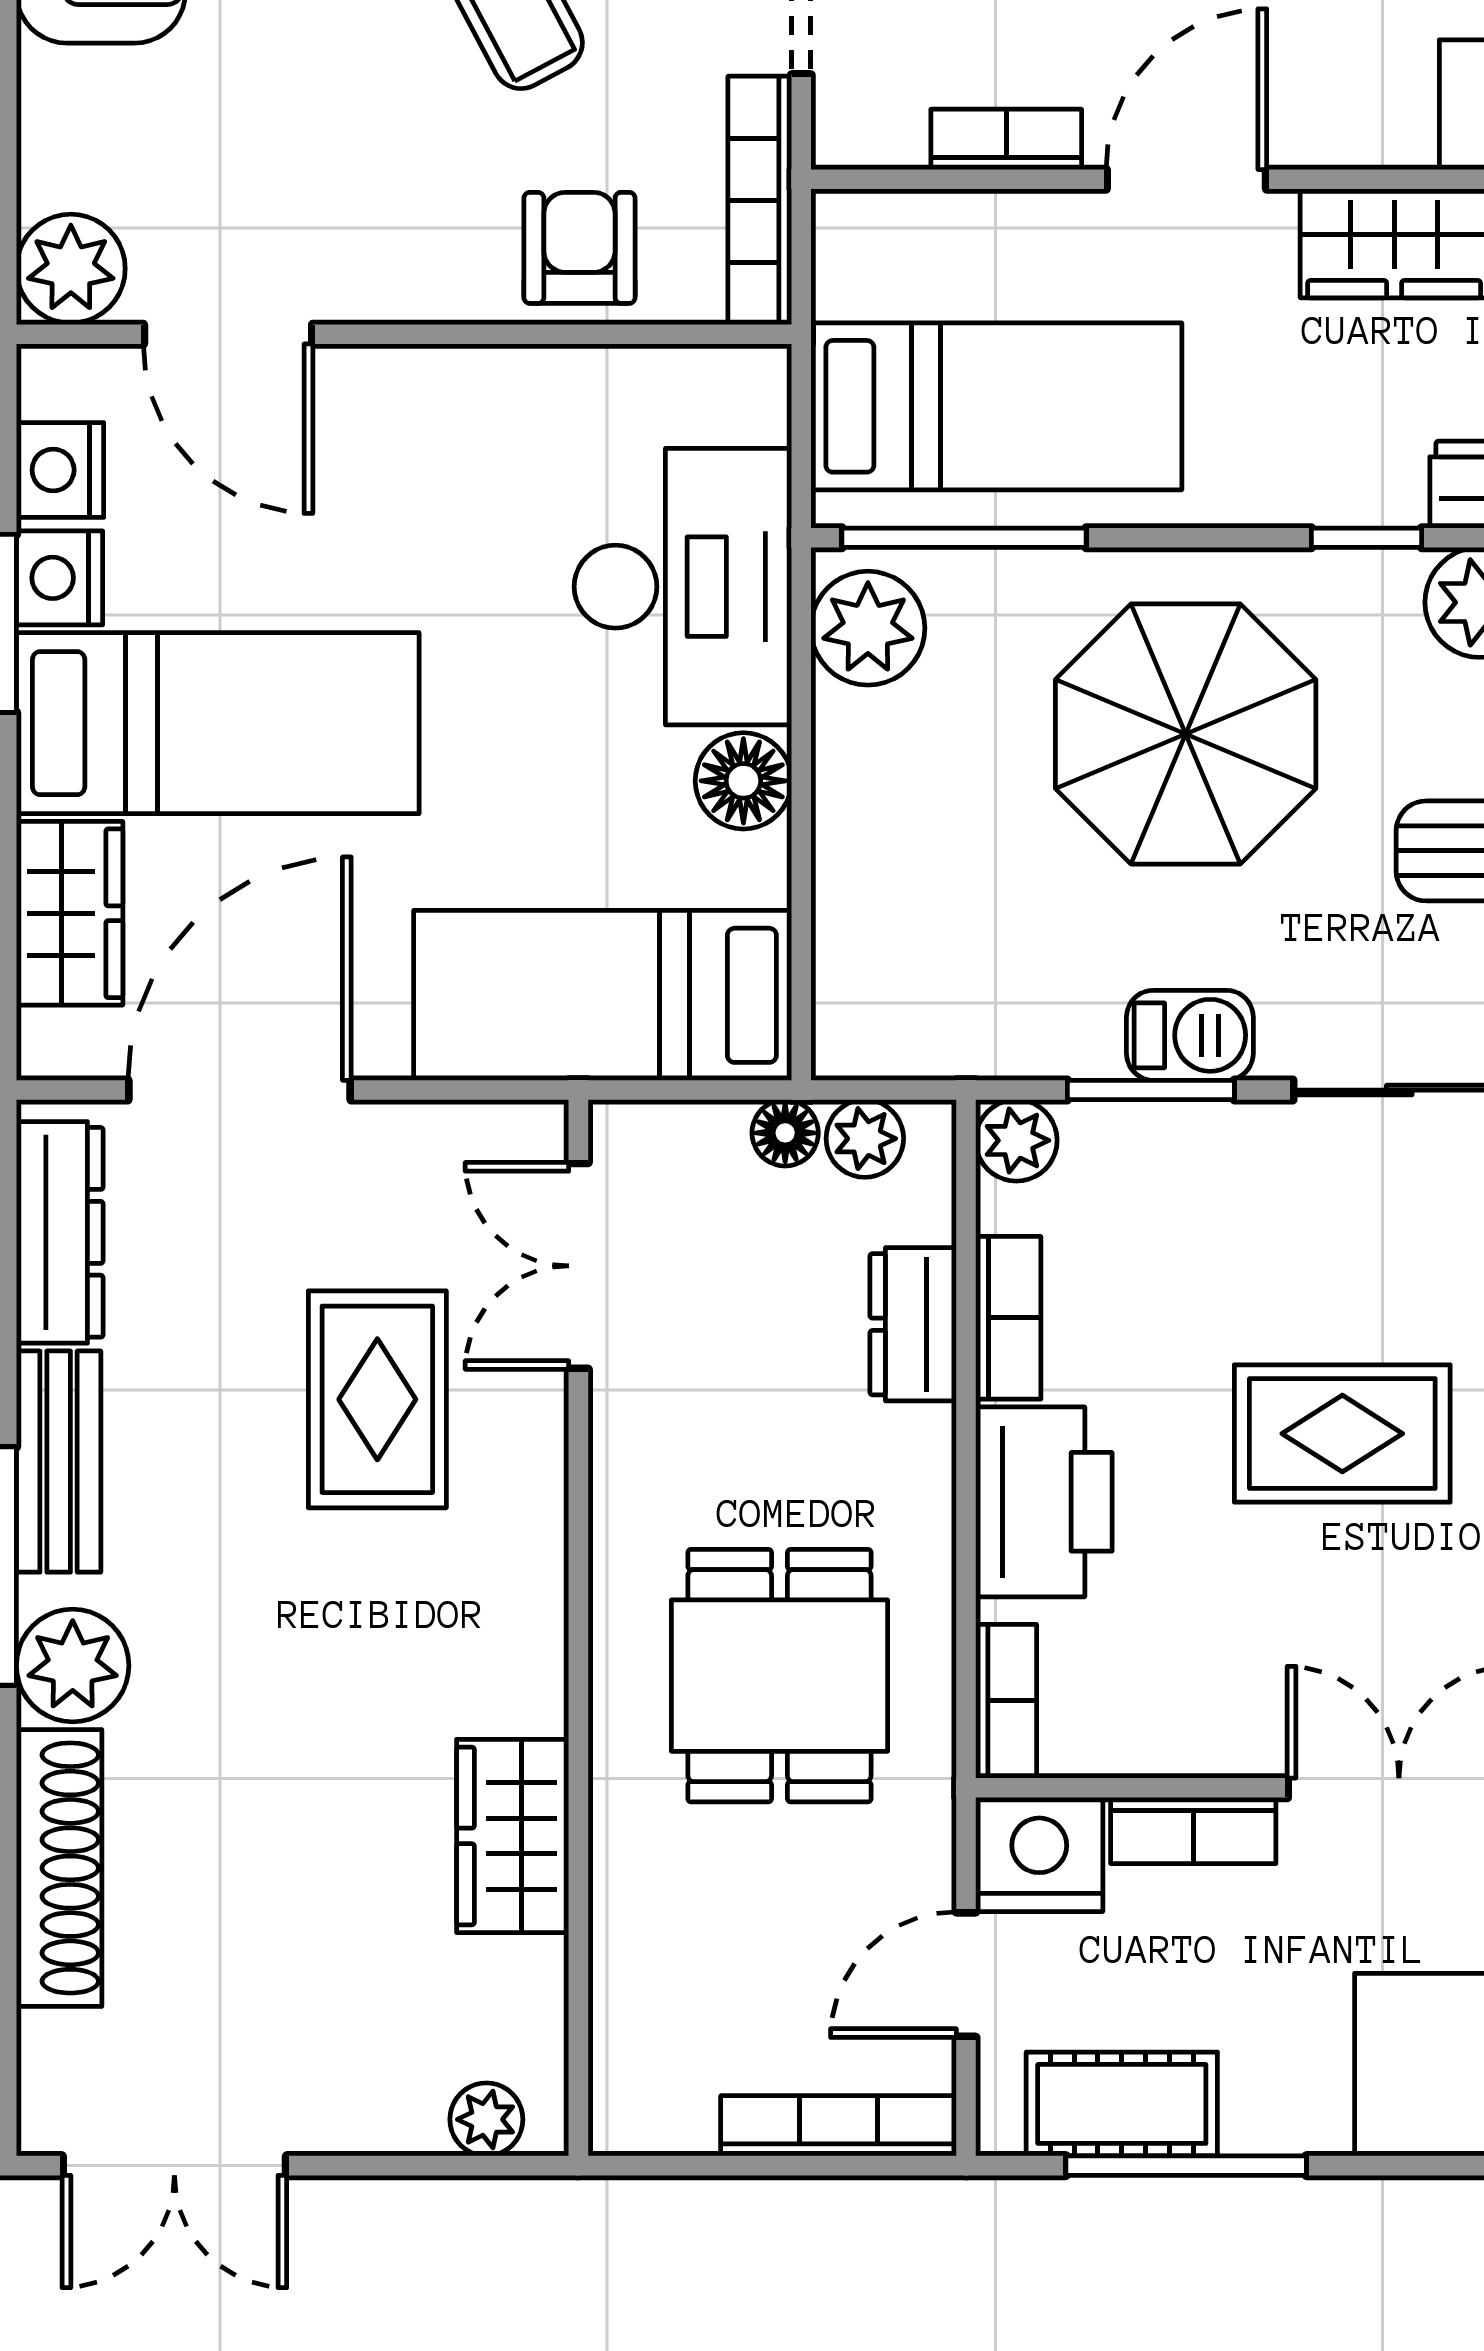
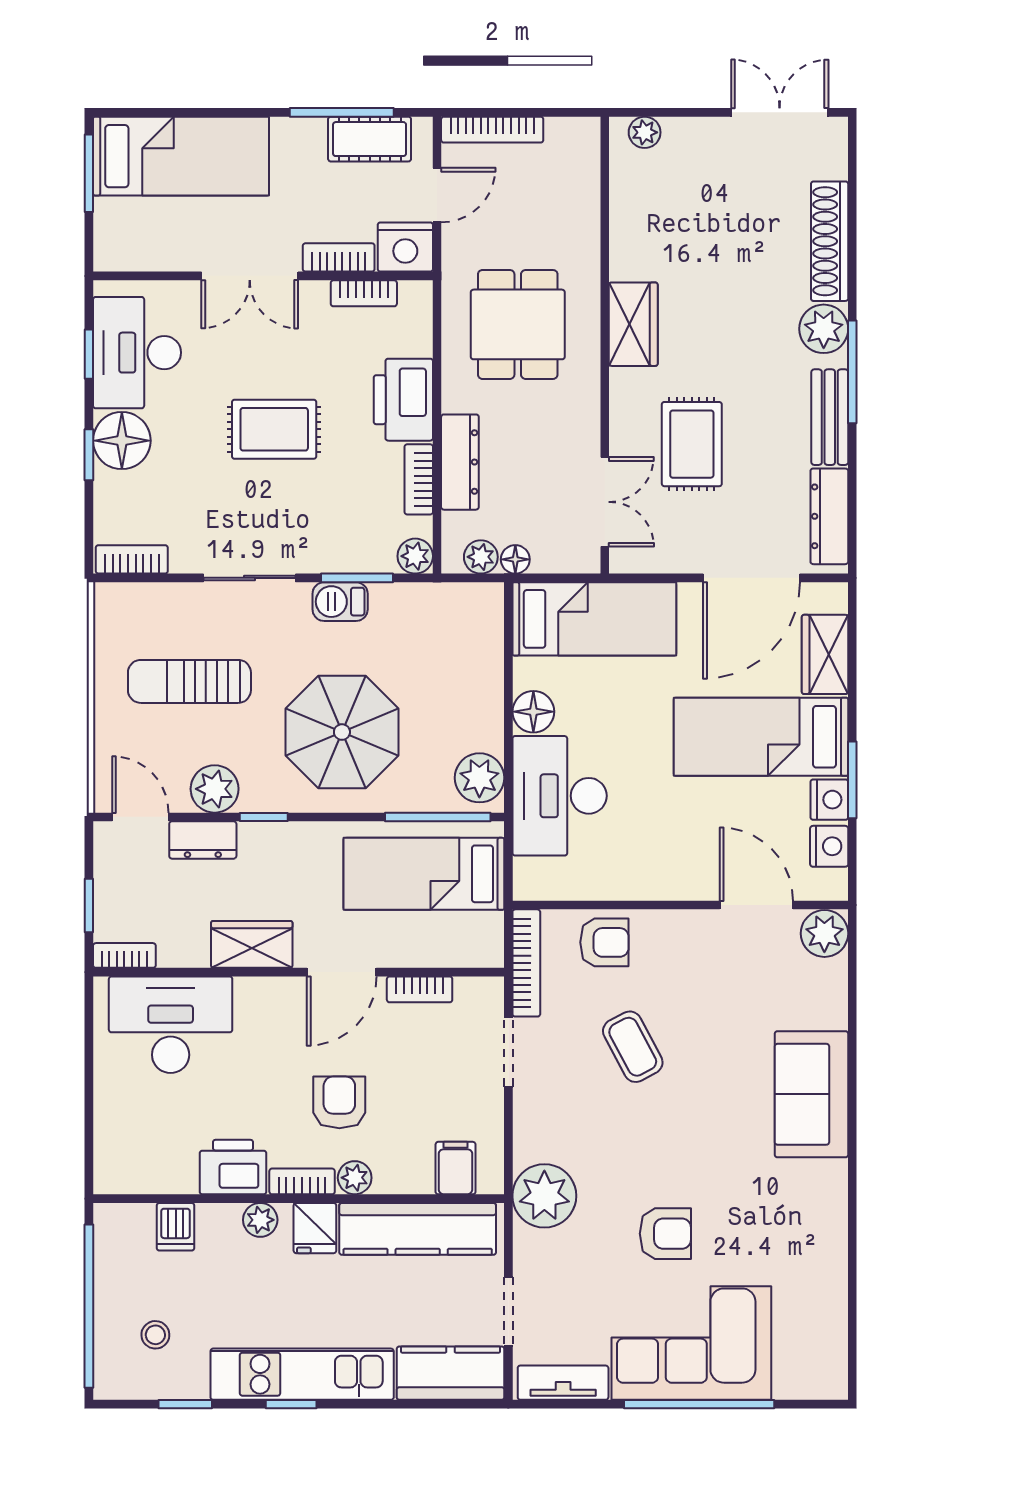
armchair: (579, 248) -> (604, 942), turned -90
dresser: (913, 1324) -> (460, 462), width x1.44
bookcase: (1006, 1700) -> (364, 293), moved, turned -90
wardrobe: (513, 1836) -> (633, 324), moved

